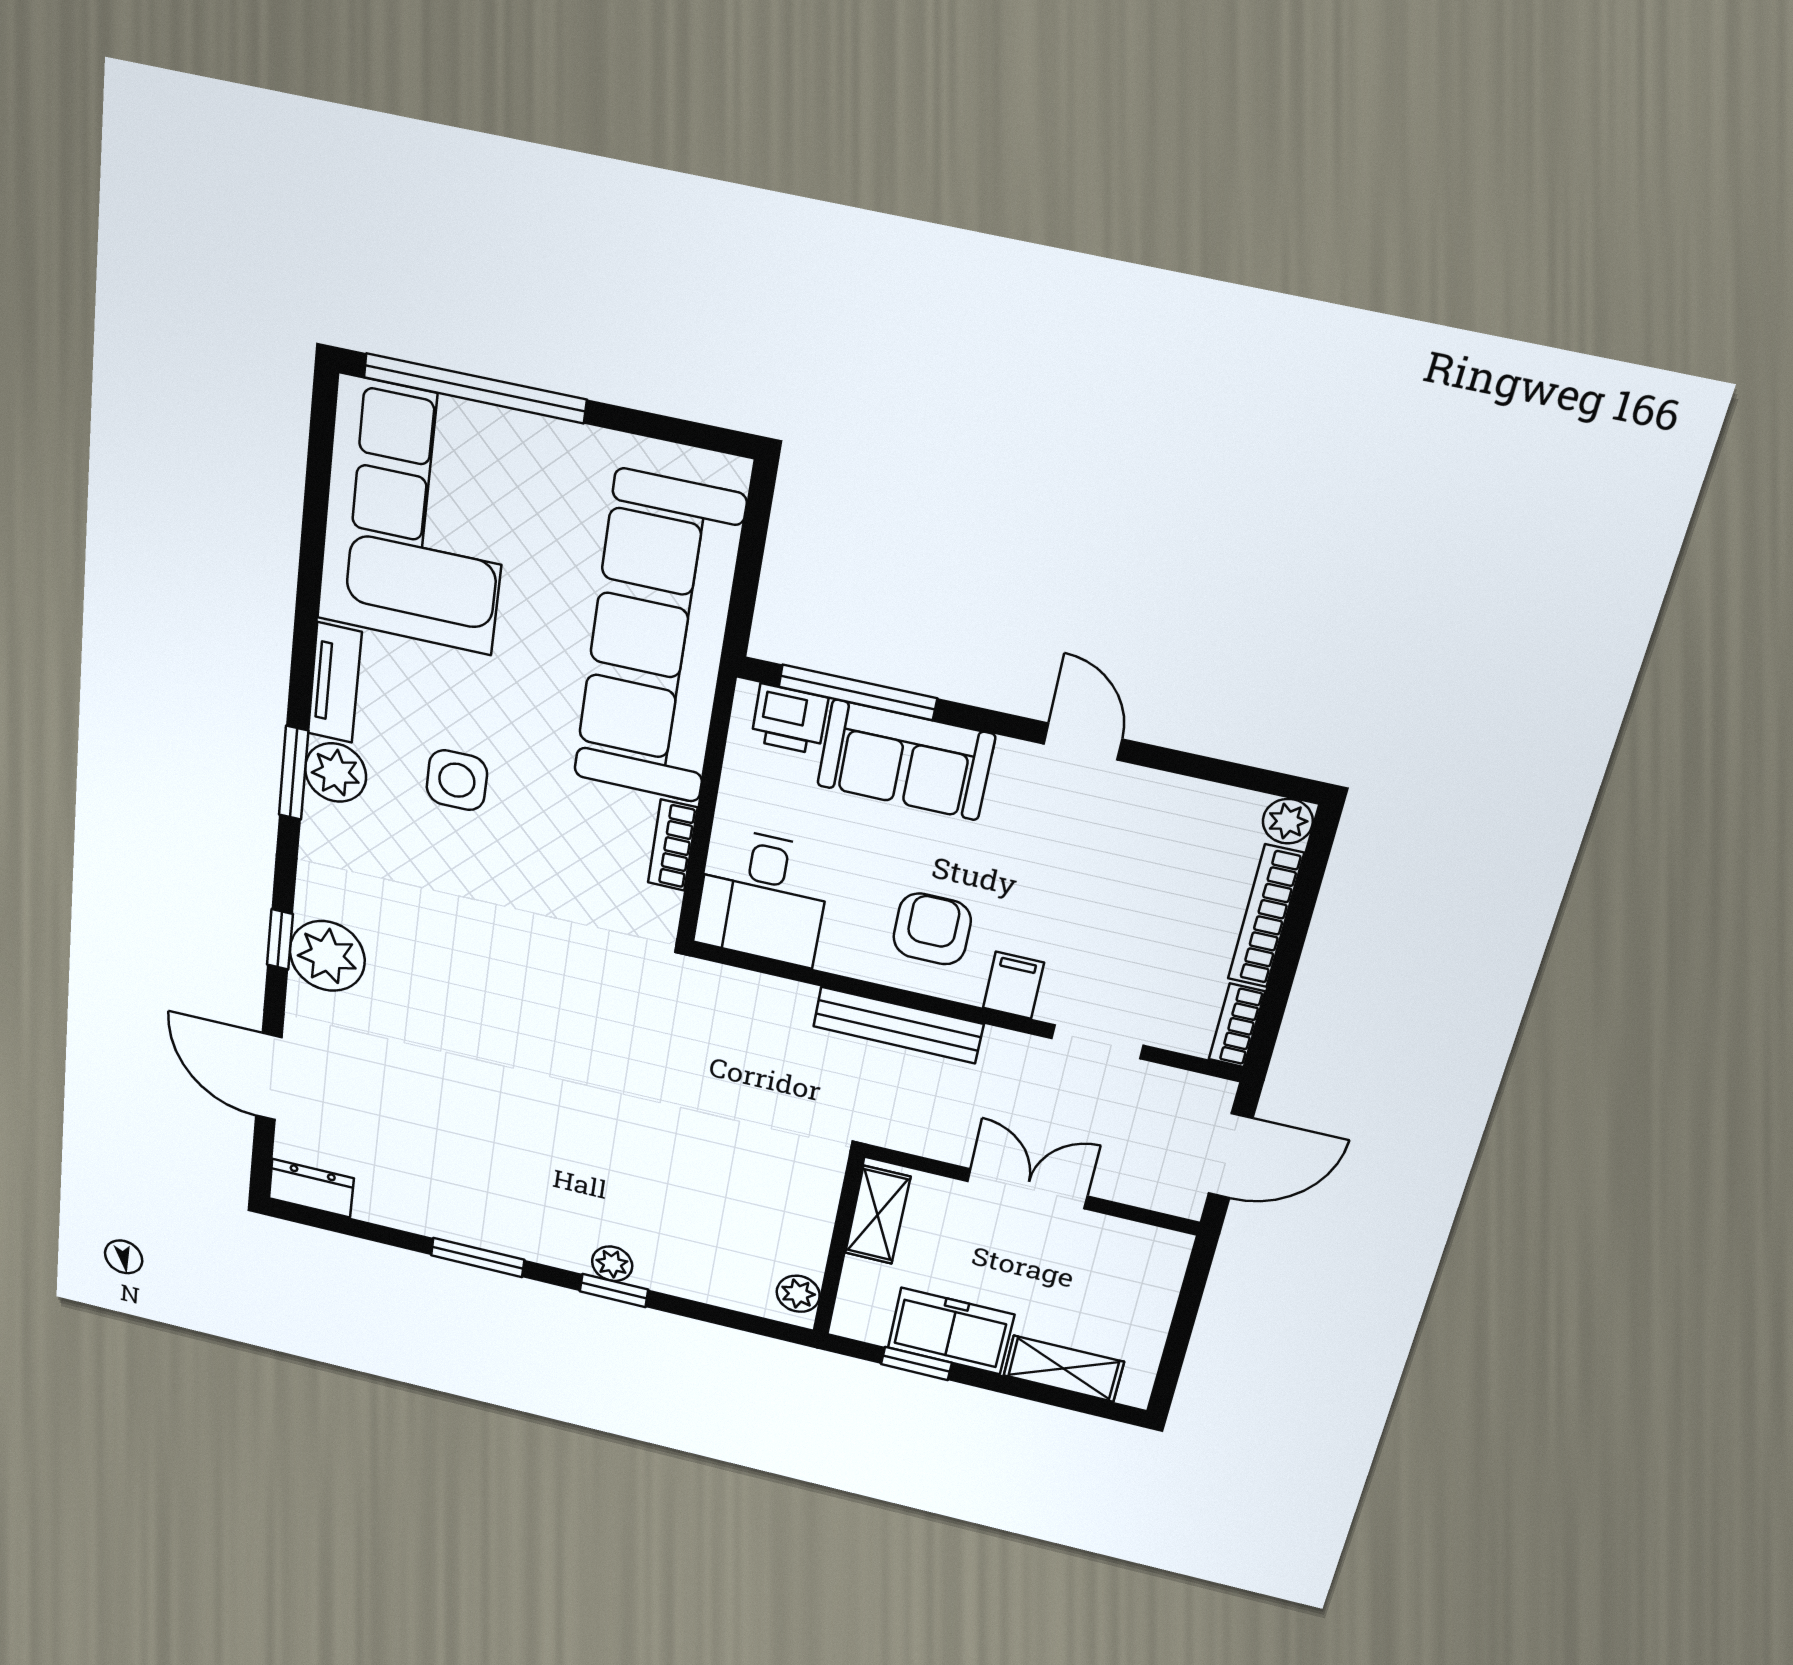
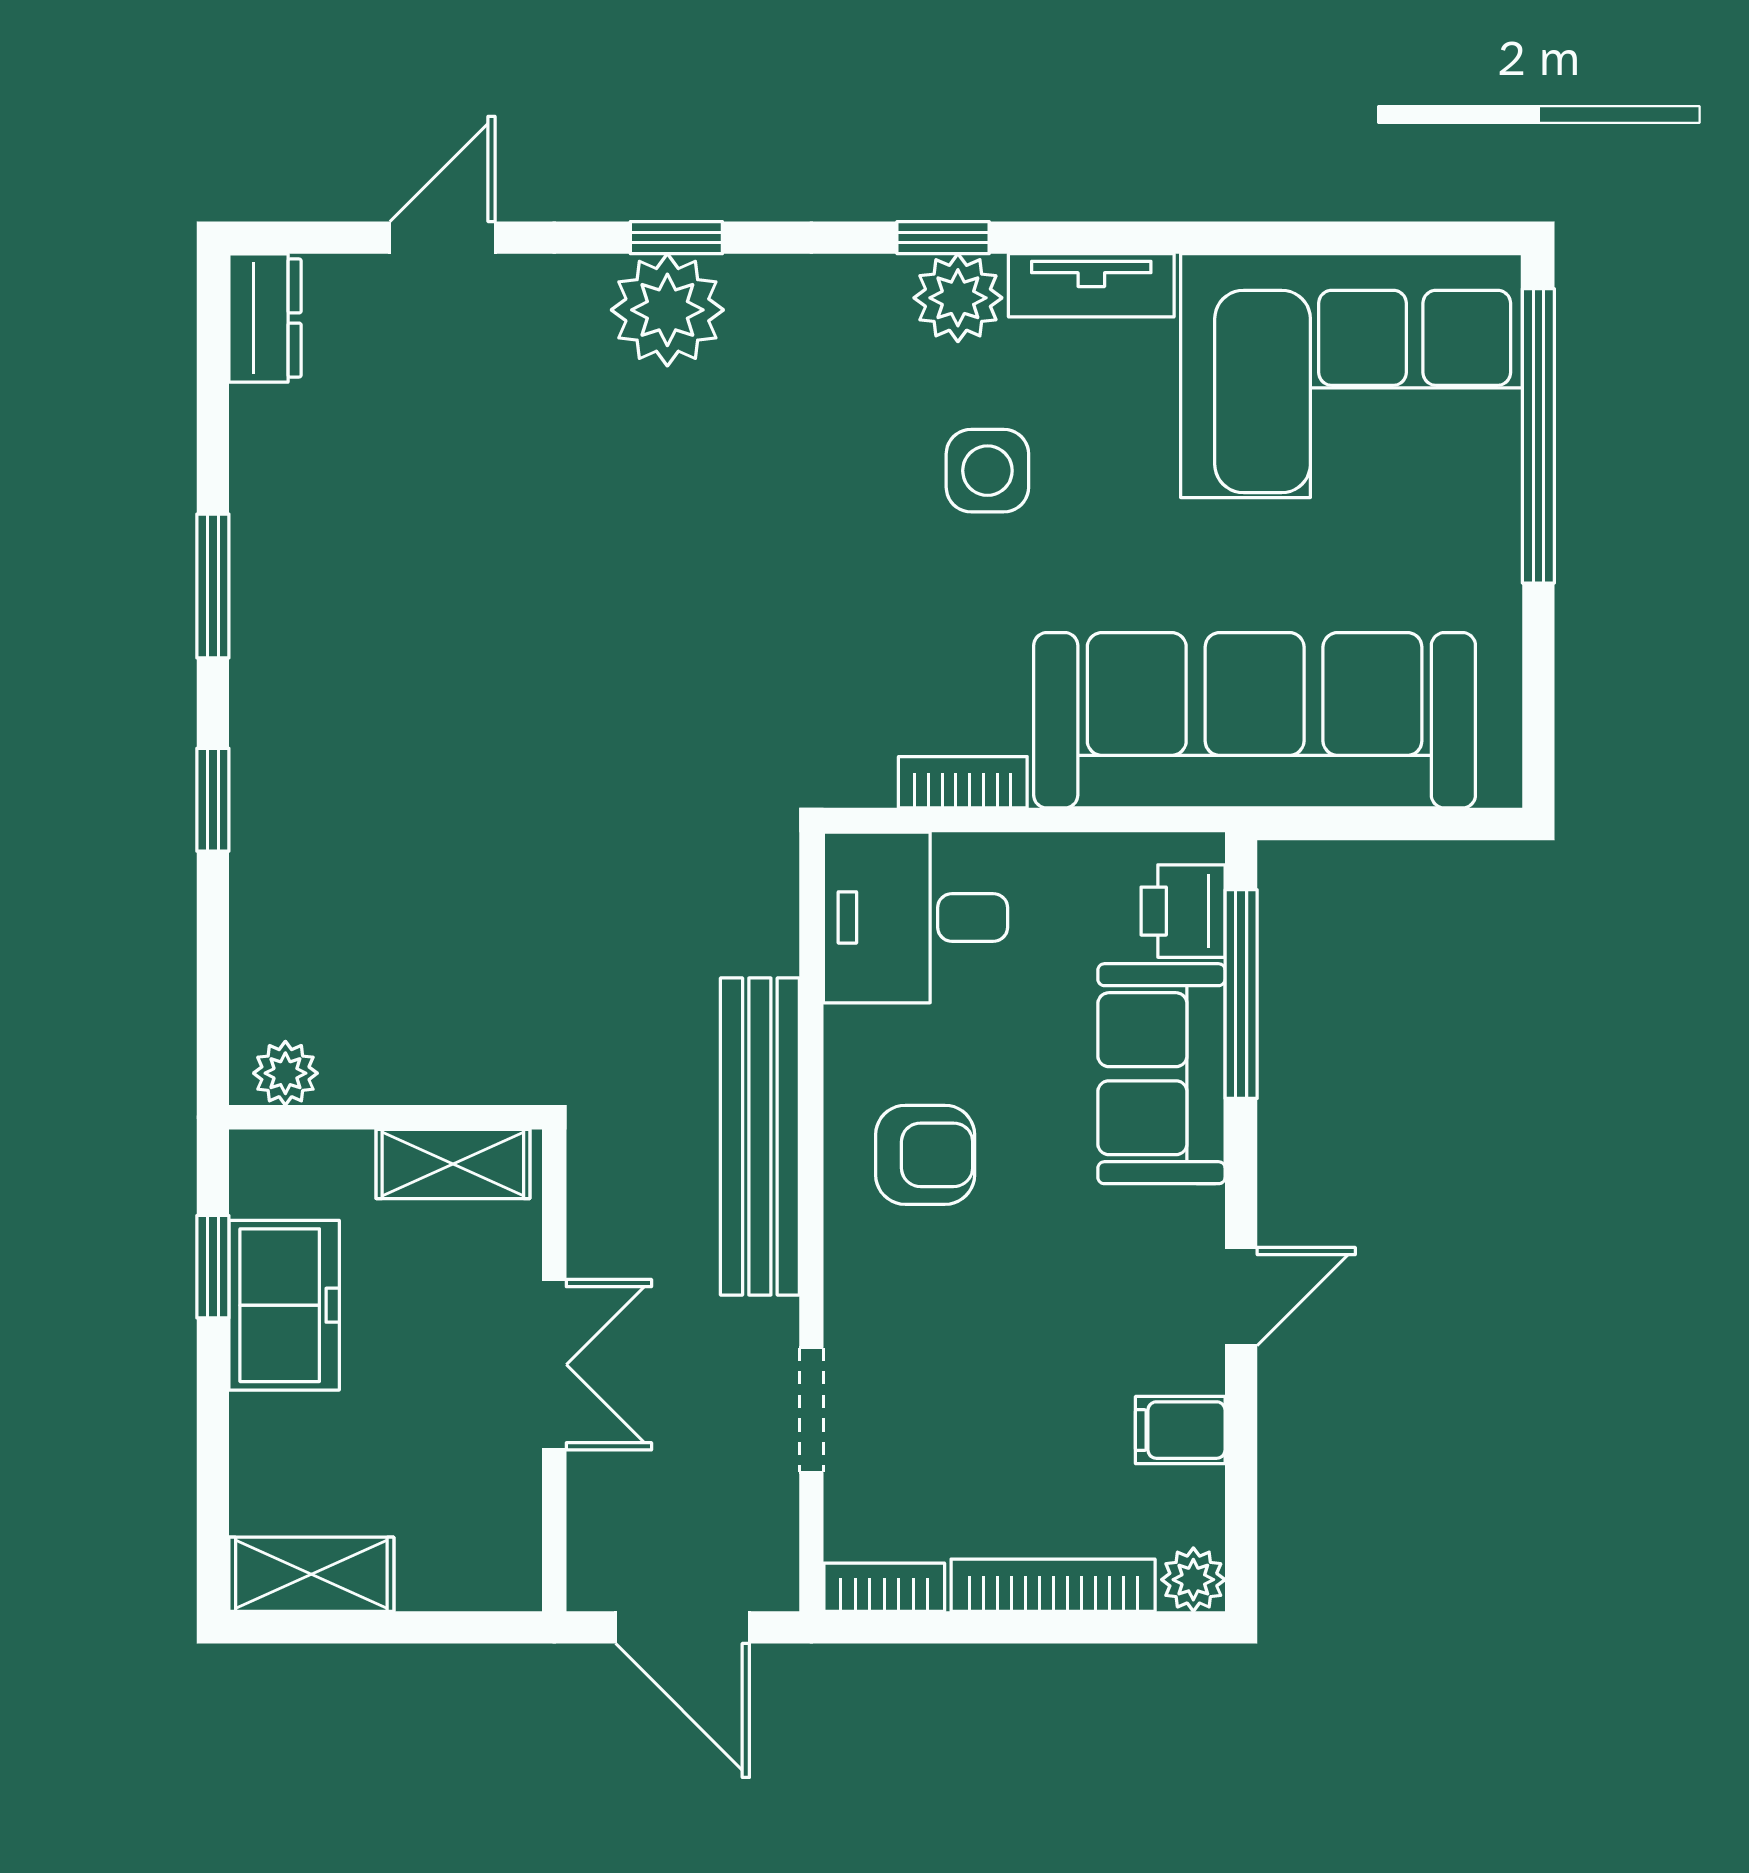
window: (294, 773) -> (943, 238), width x0.67
filing cabinet: (1013, 985) -> (1180, 1430), moved, turned 180
bench: (898, 1025) -> (760, 1136), width x1.37, depth x1.21
door: (269, 1077) -> (443, 238), width x0.73
plant: (612, 1264) -> (260, 791), removed
shelving: (1064, 1369) -> (311, 1574), moved, turned 90

